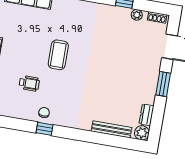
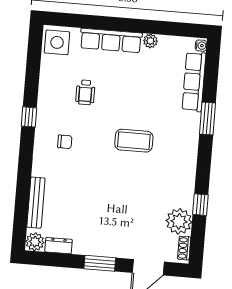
plant: (137, 15) -> (179, 221), width x1.88, depth x1.88
coffee table: (58, 55) -> (134, 141), moved
chair: (44, 113) -> (65, 142), moved

